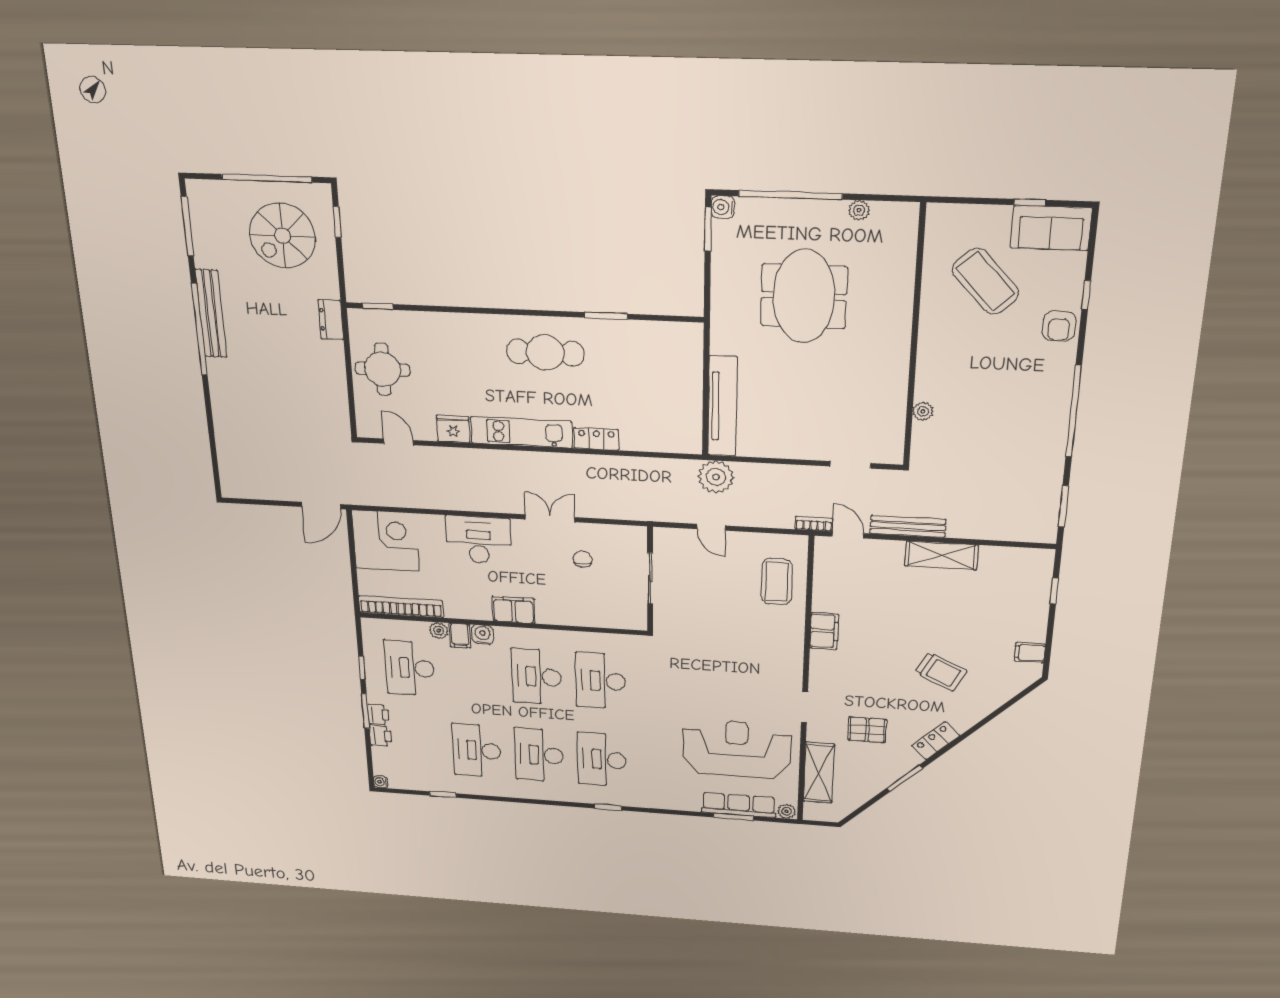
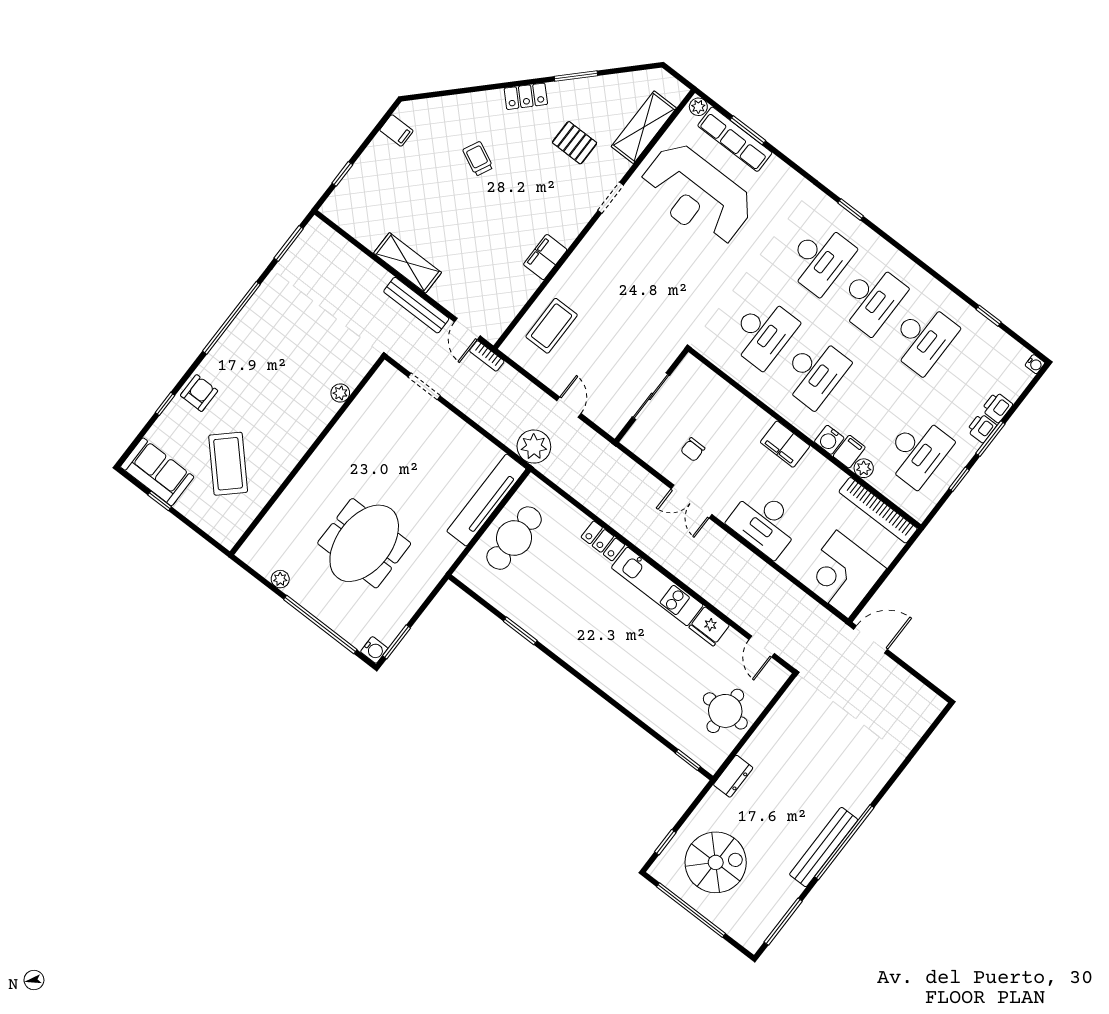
cafe table: (545, 353) -> (514, 538), moved, turned 90
trolley: (941, 672) -> (478, 159), width x0.73, depth x0.72

